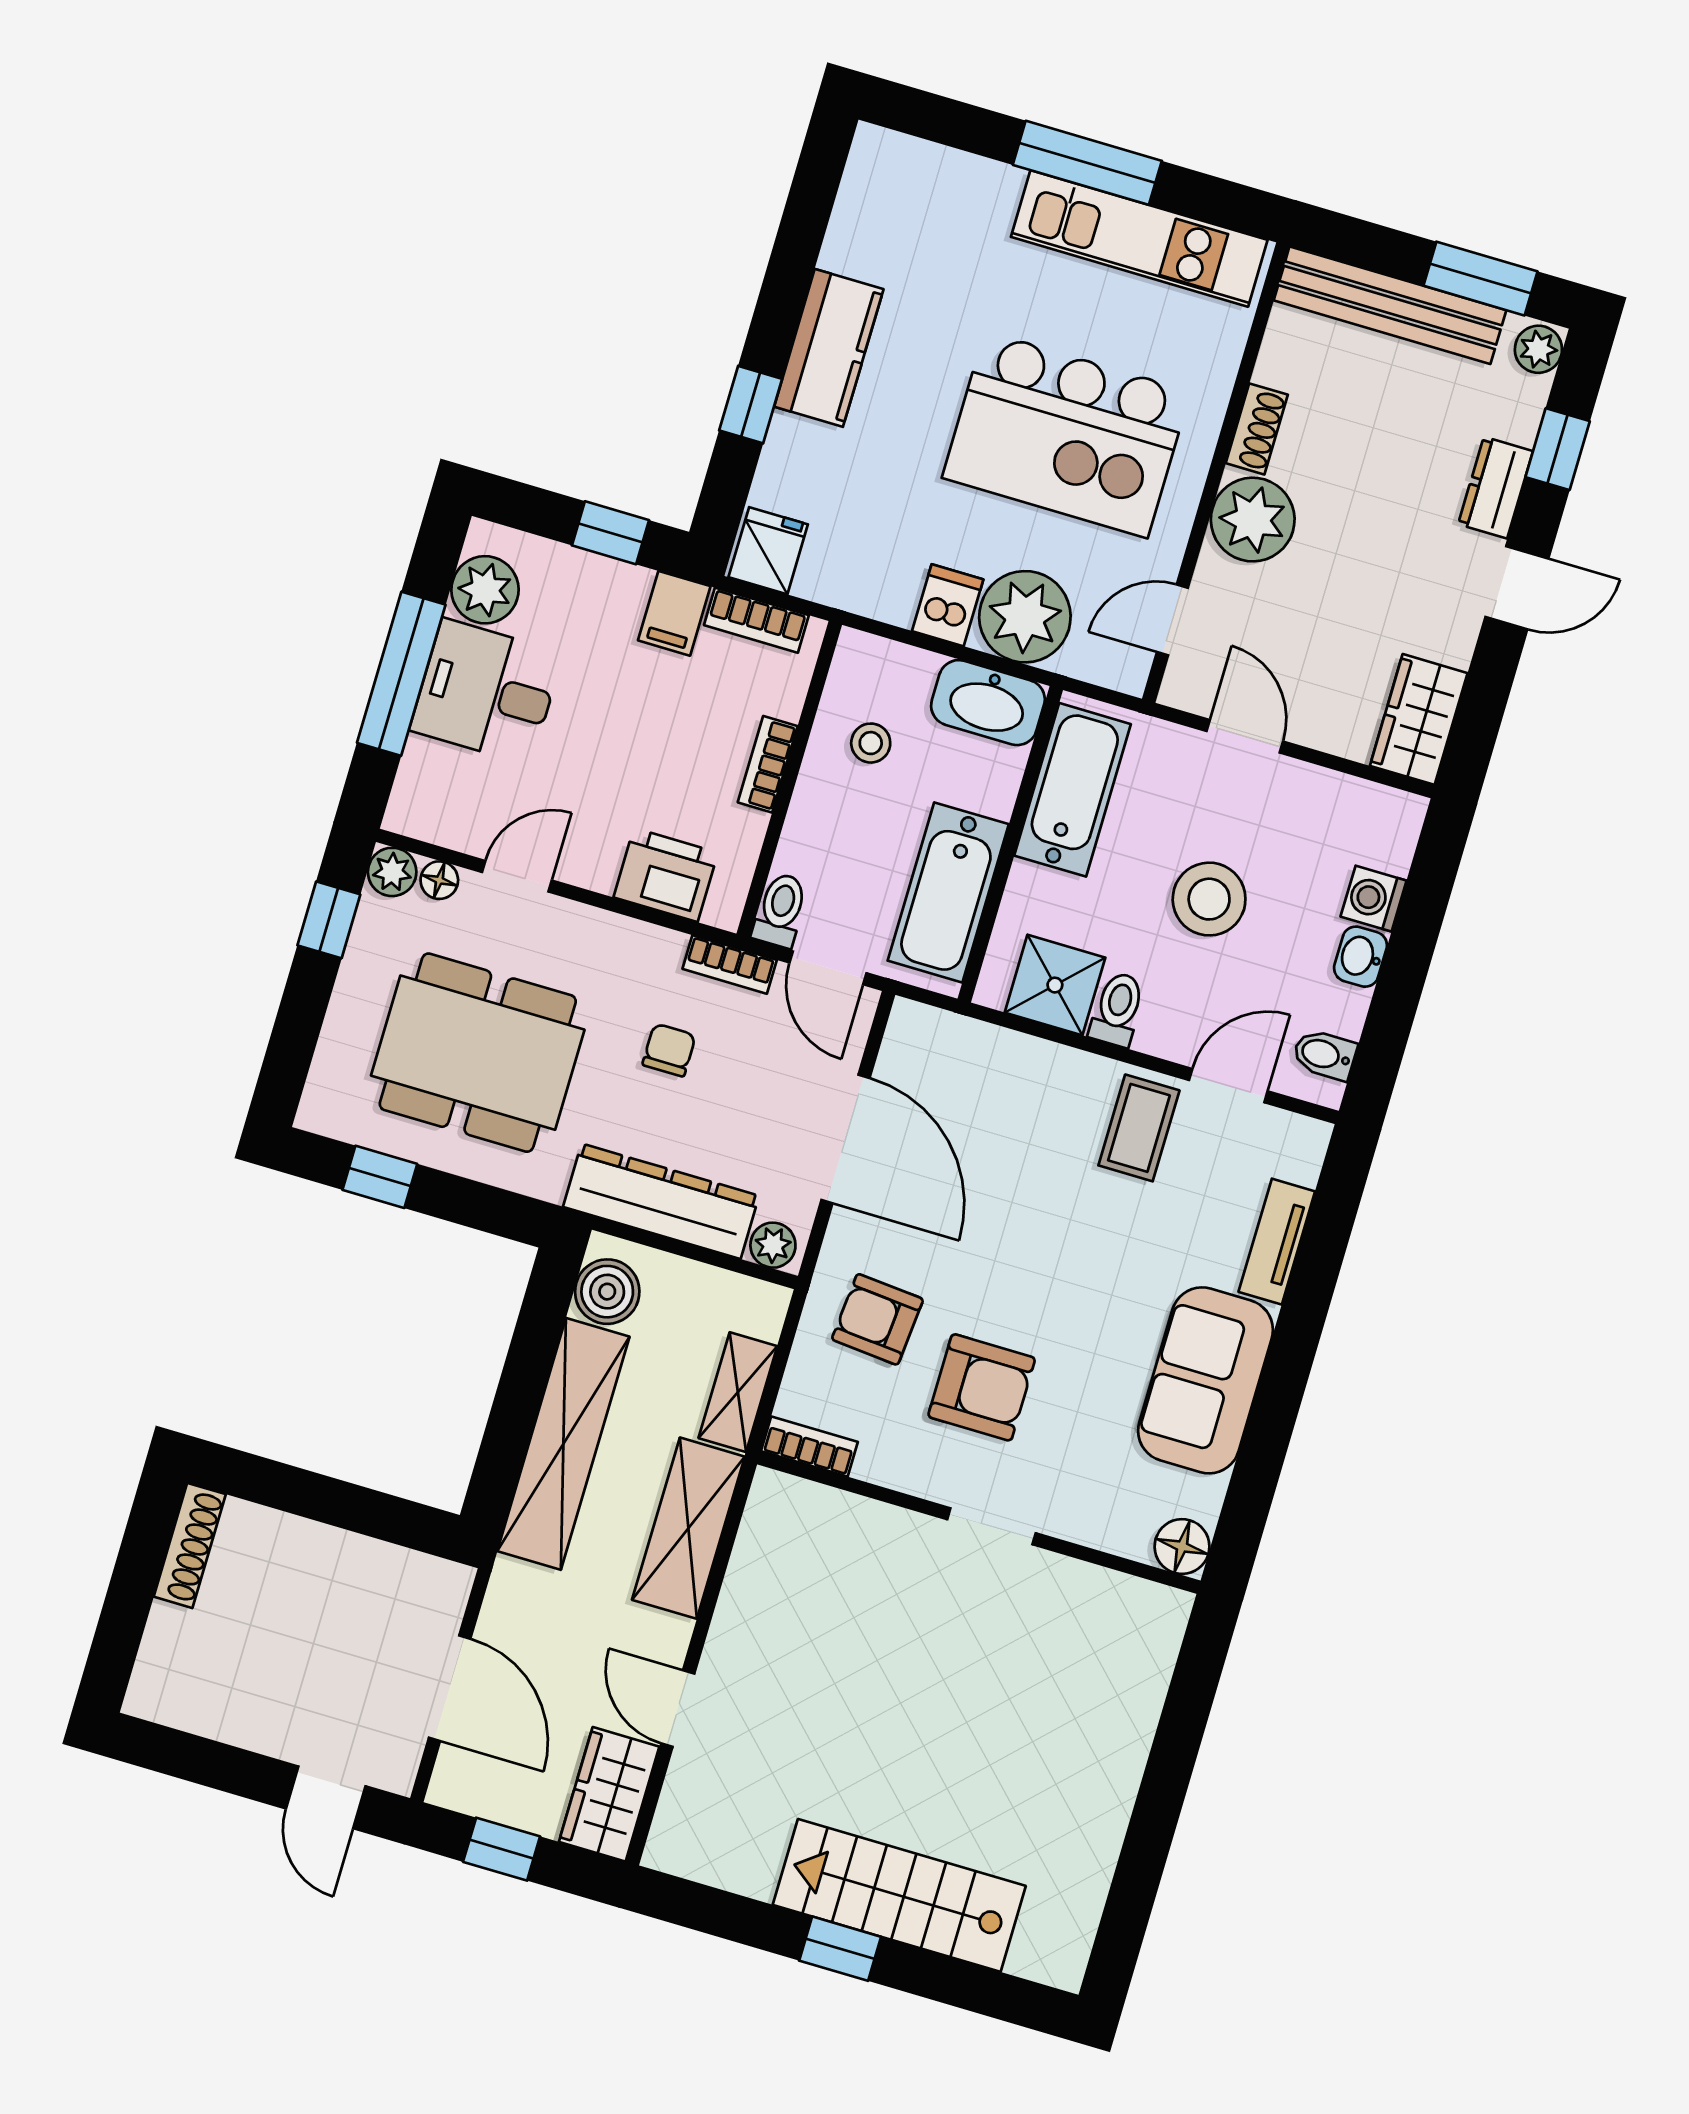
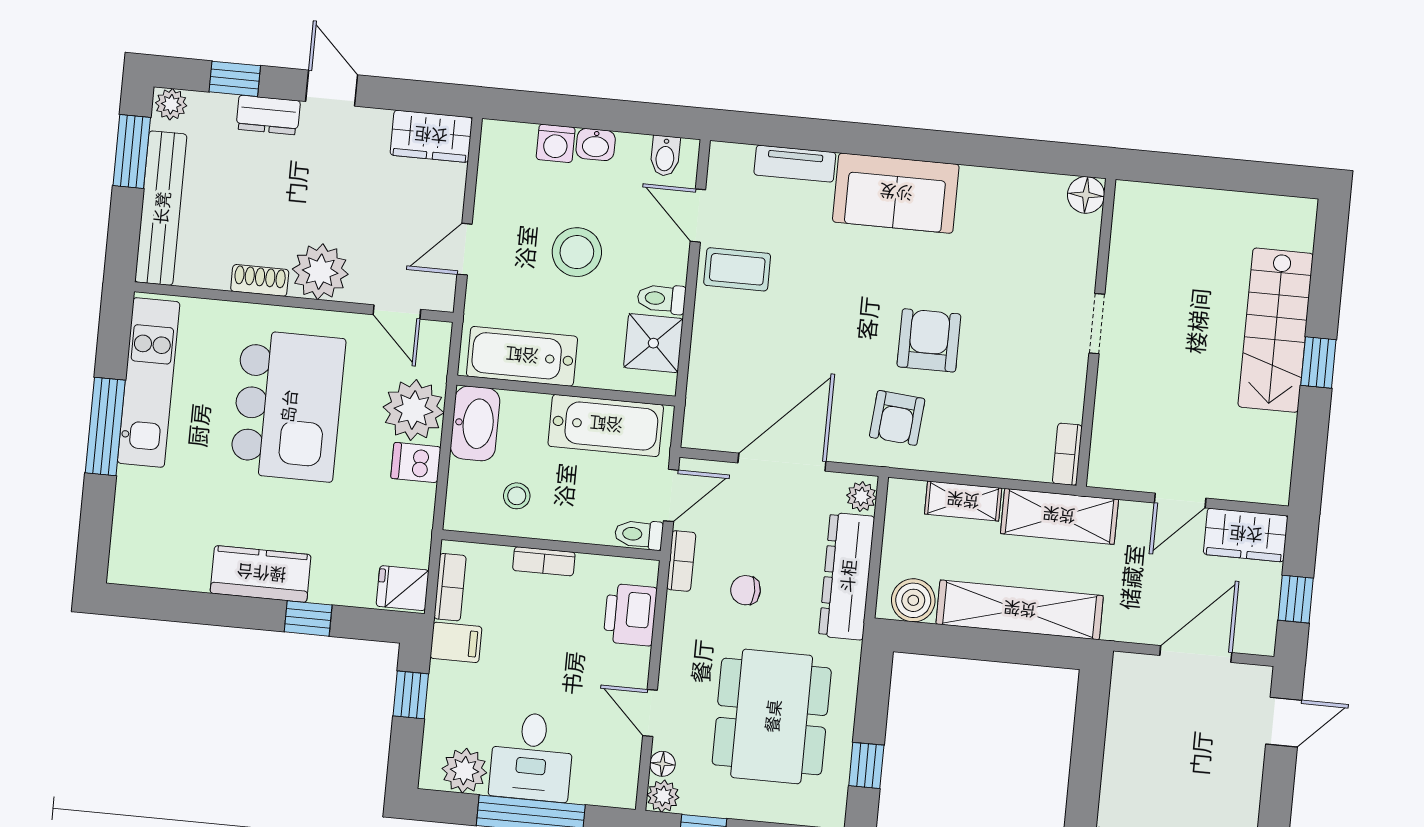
bookcase: (809, 1447) -> (1067, 454), moved
wall: (979, 1522) -> (1096, 332), moved
doorway: (991, 1526) -> (1097, 324), moved
floor lamp: (1182, 1547) -> (1086, 195), moved

